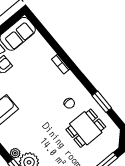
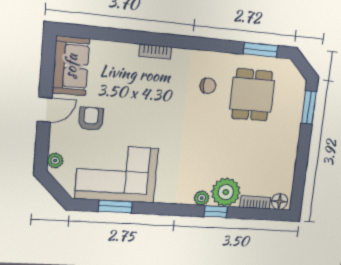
window: (102, 102) -> (261, 50), moved

